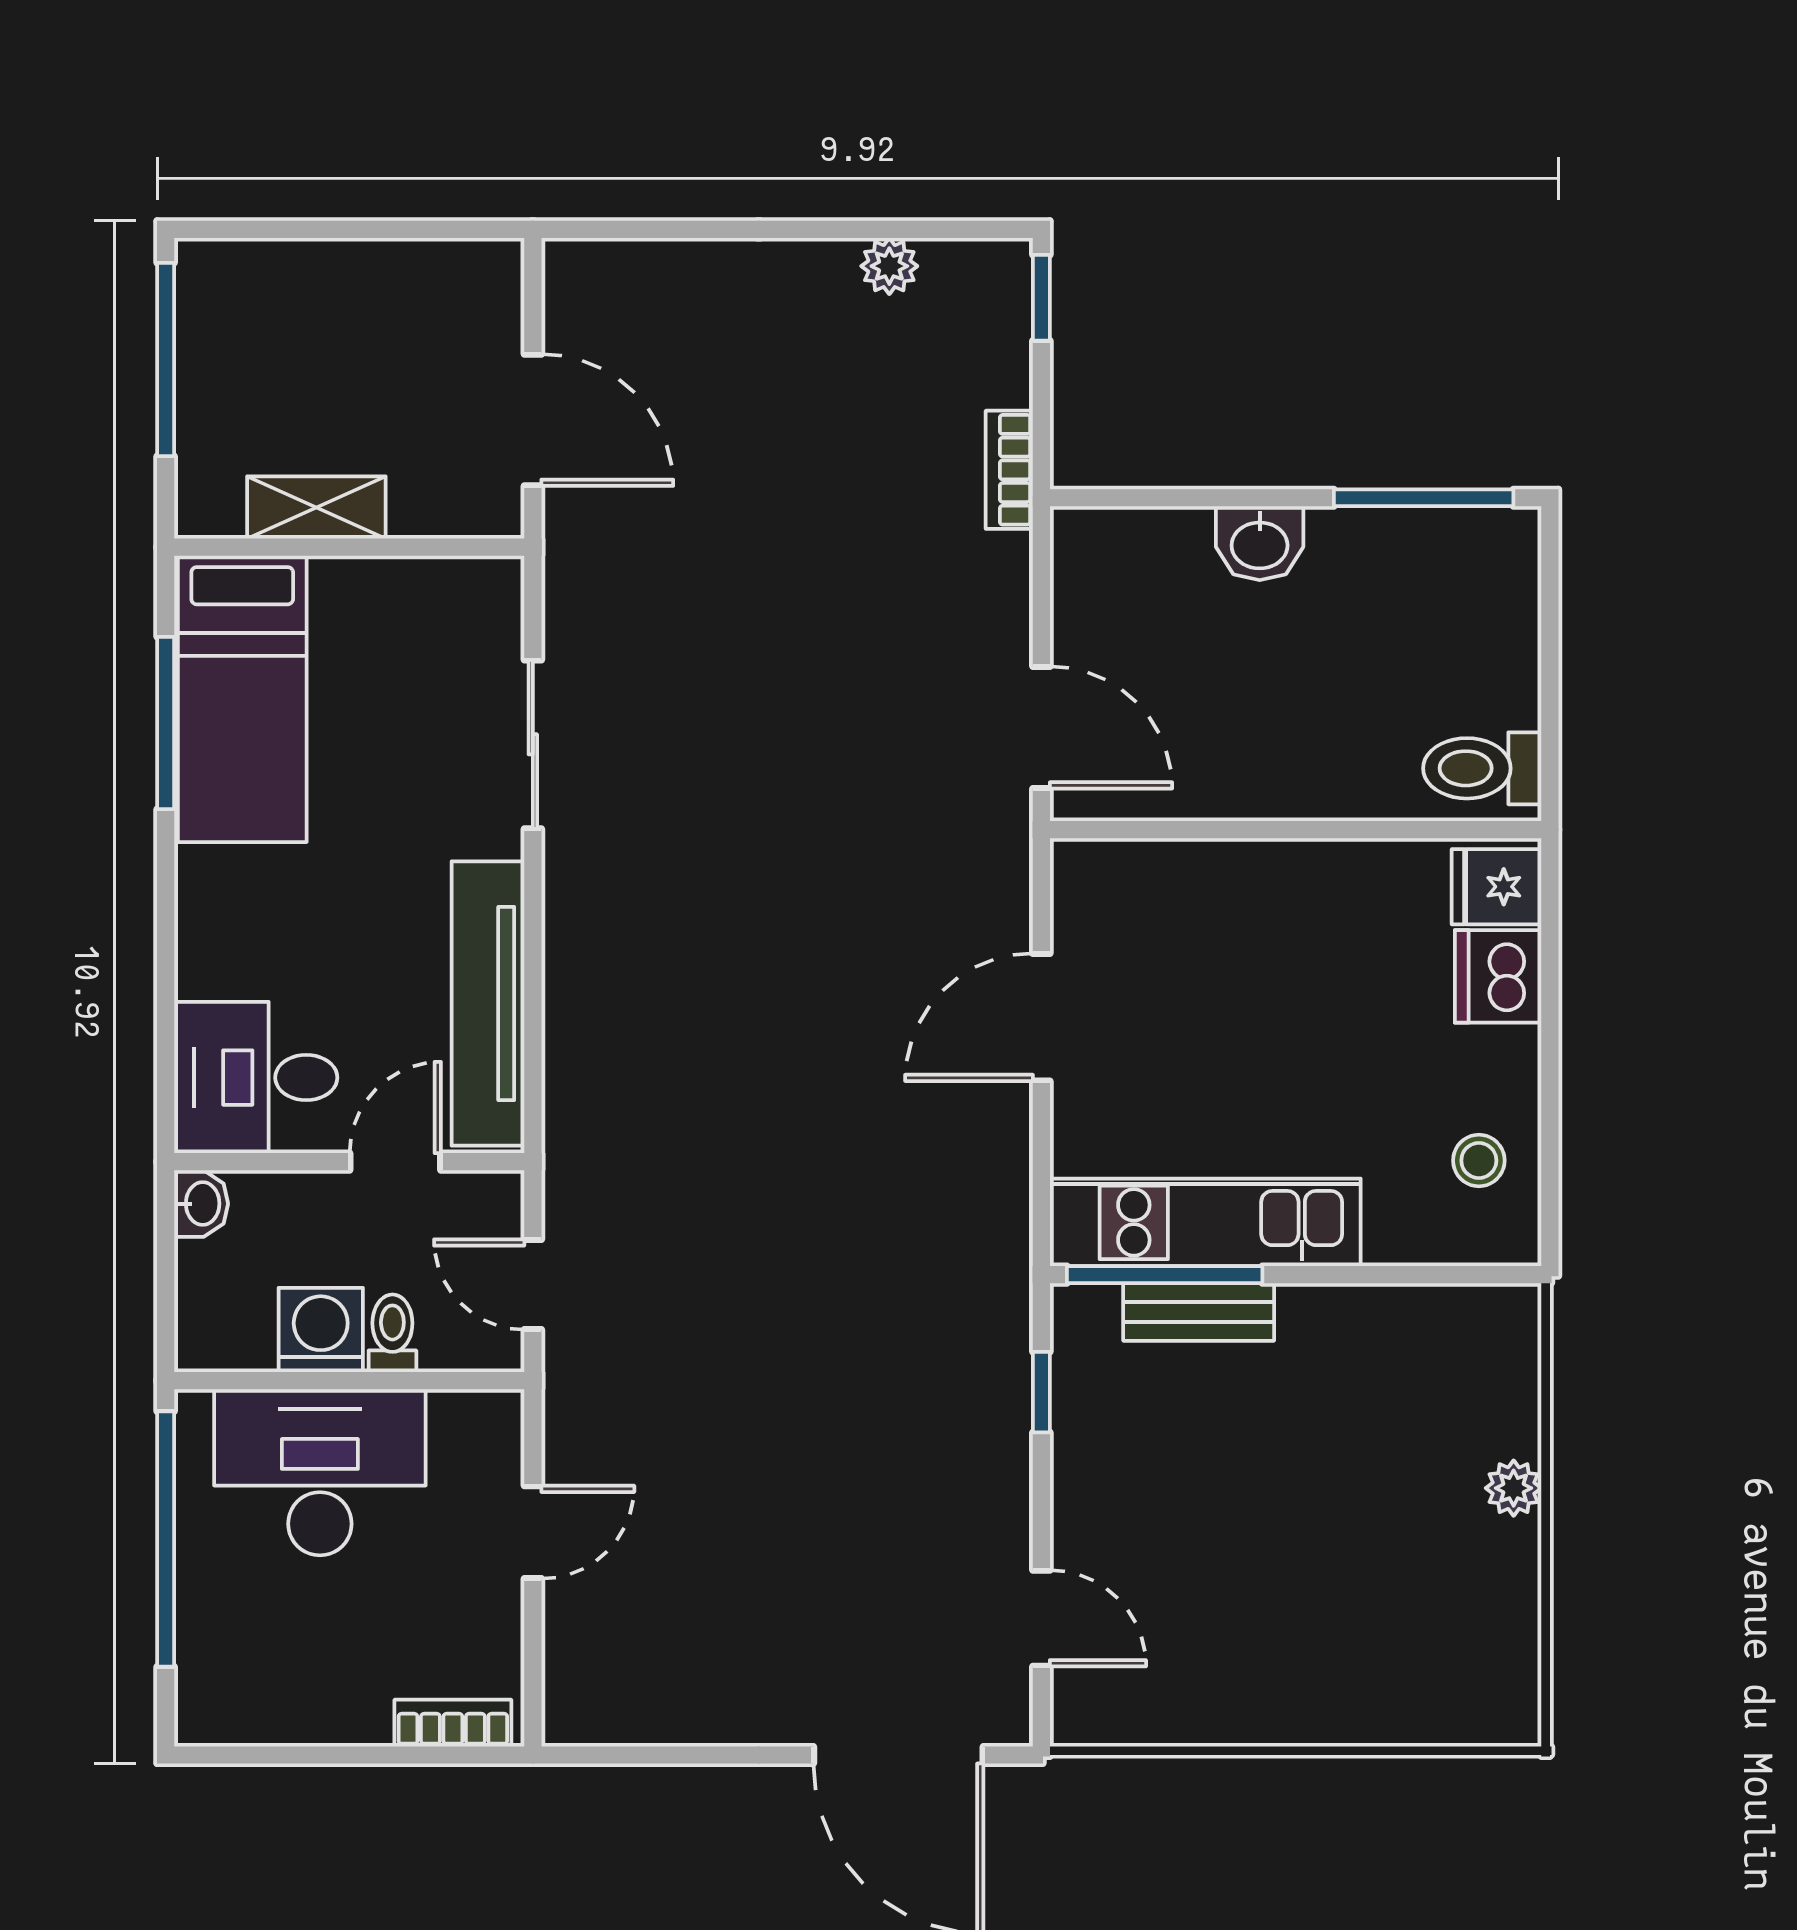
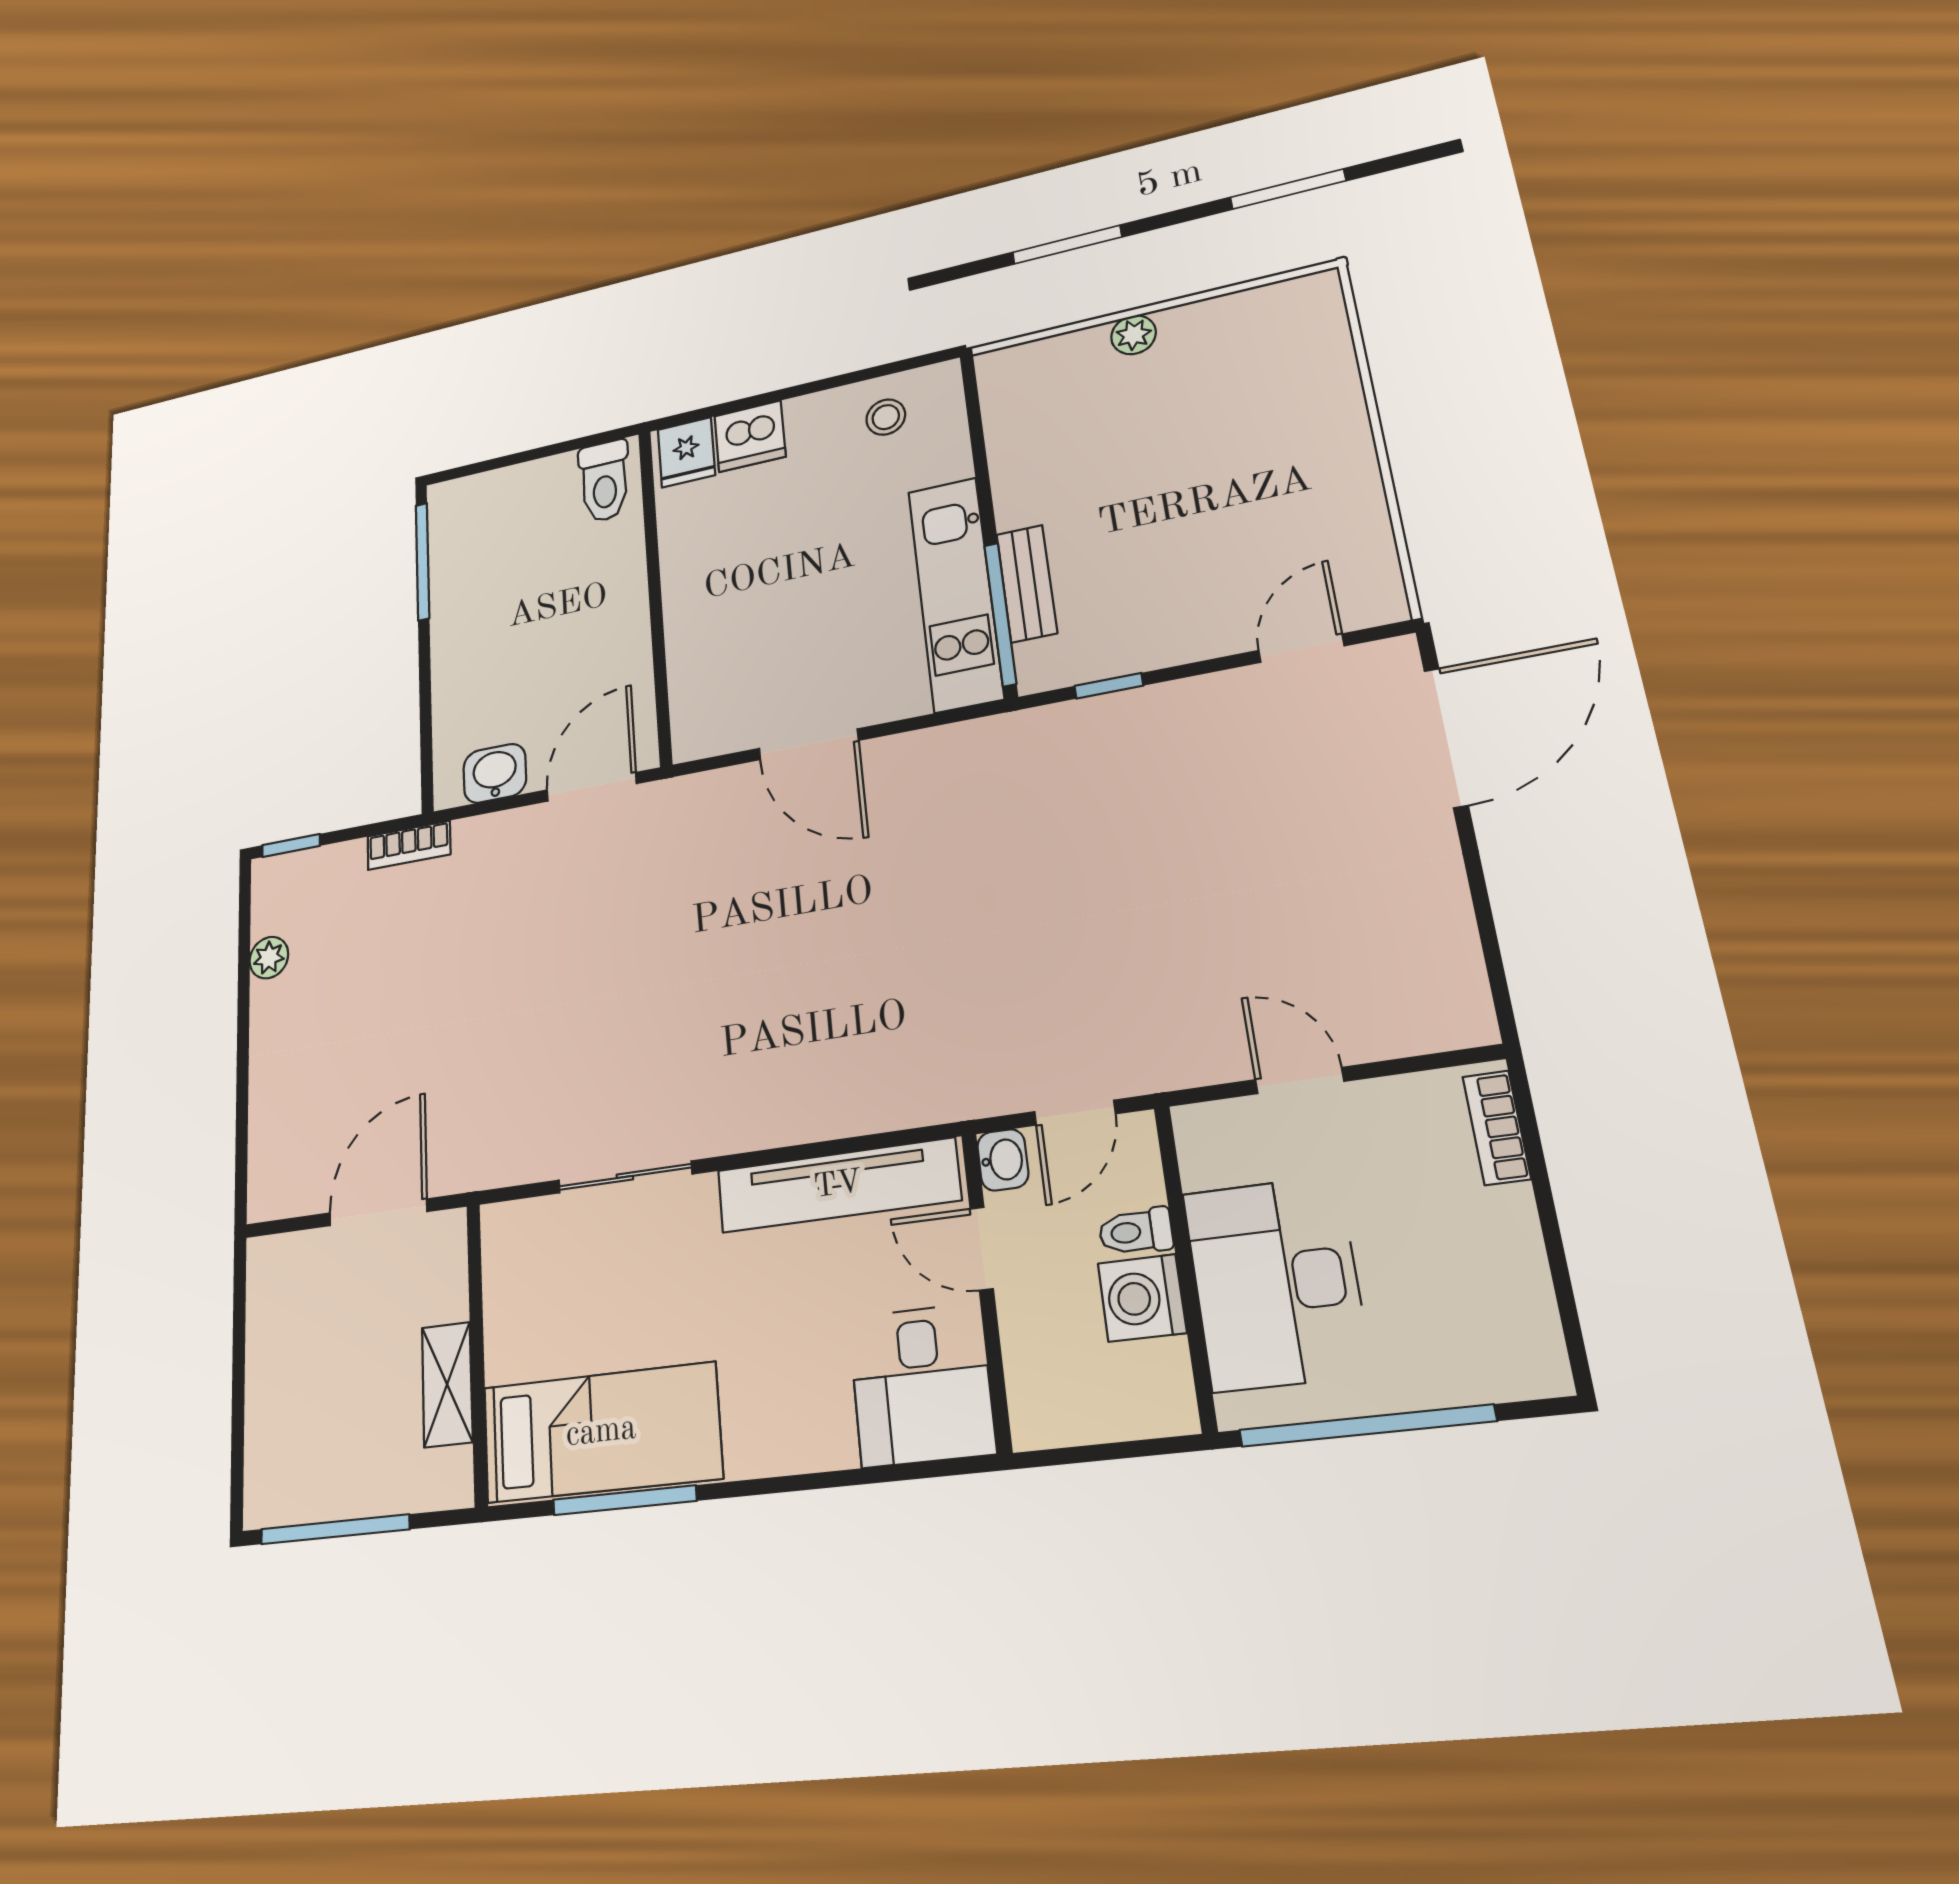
washbasin: (1260, 543) -> (495, 773), moved, turned -90
washbasin: (201, 1204) -> (1003, 1160), moved, turned 90

